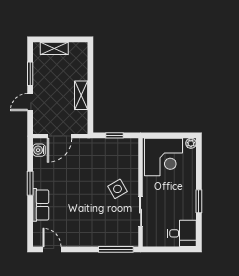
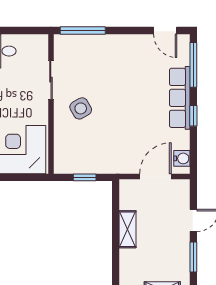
window: (30, 183) -> (193, 116), width x0.67
row of seats: (41, 205) -> (180, 98), width x1.48
window: (30, 223) -> (193, 65), added

